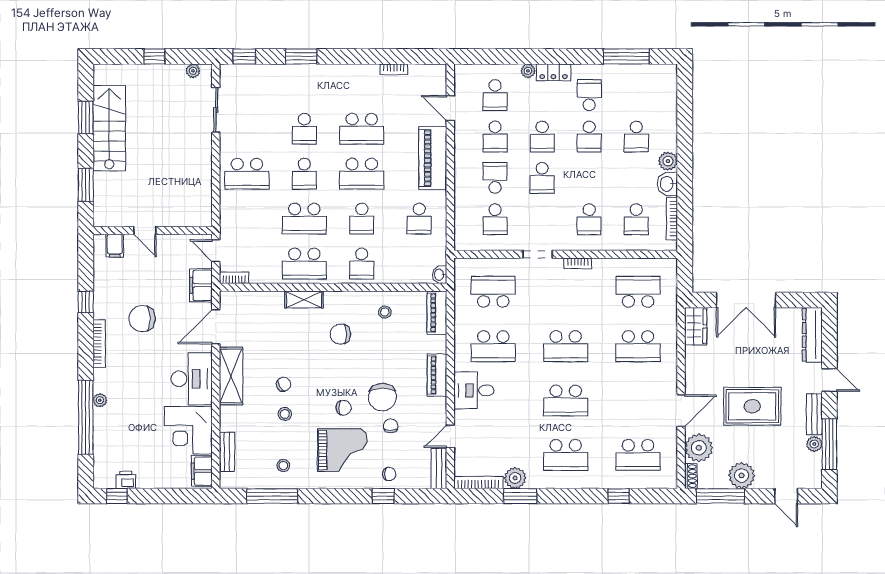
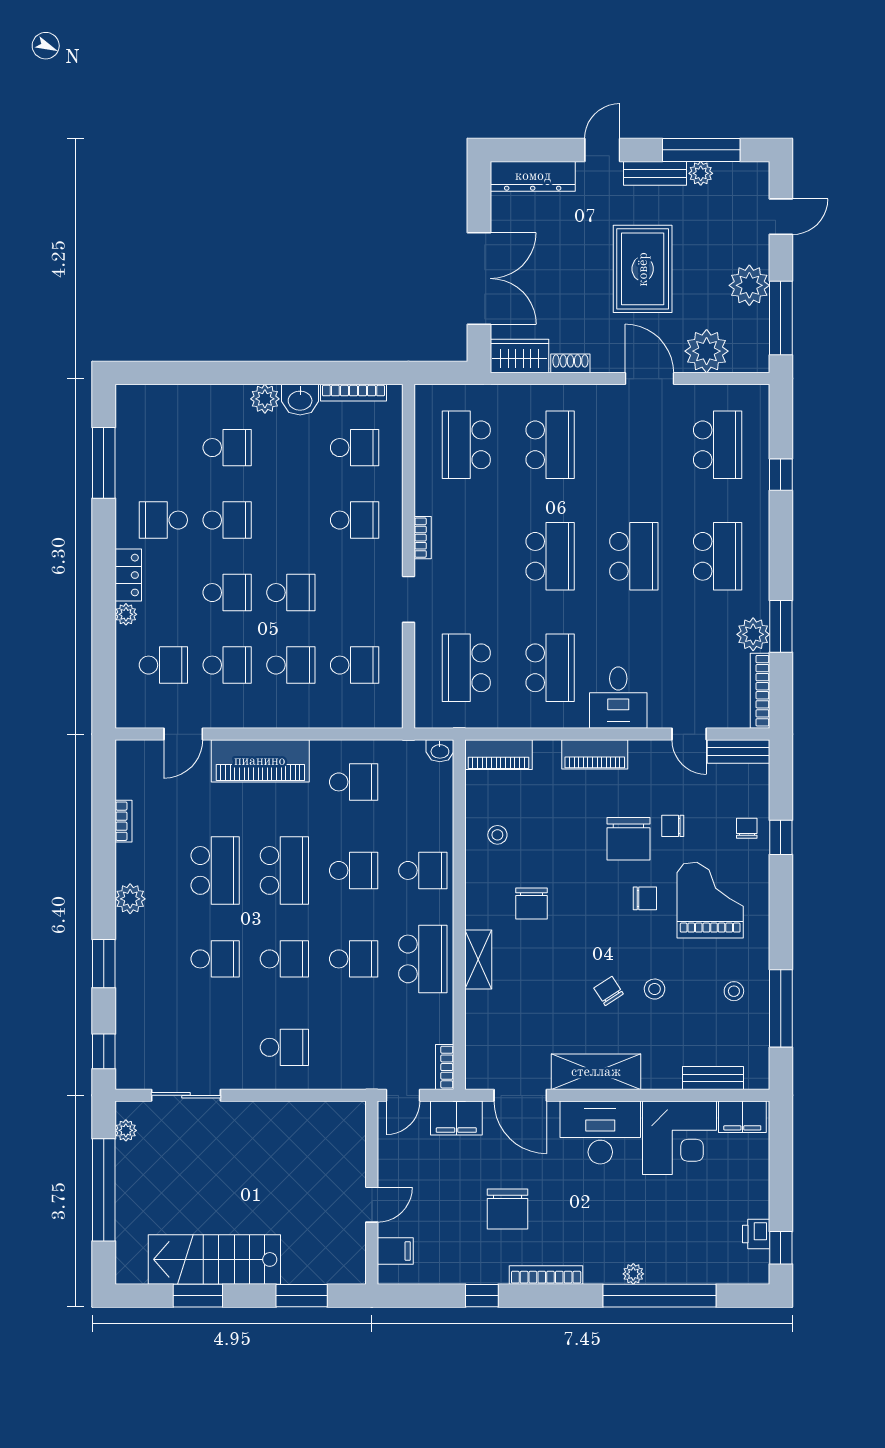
window: (154, 56) -> (104, 1190), width x3.17
plant: (343, 74) -> (130, 899), added
school desk: (247, 174) -> (284, 1047), width x0.54
school desk: (495, 178) -> (291, 665), turned 180
school desk: (304, 219) -> (354, 959), width x0.54
chair: (382, 397) -> (628, 839), turned 90
chair: (344, 408) -> (645, 898), turned 90
shoe rack: (691, 476) -> (570, 363), moved

